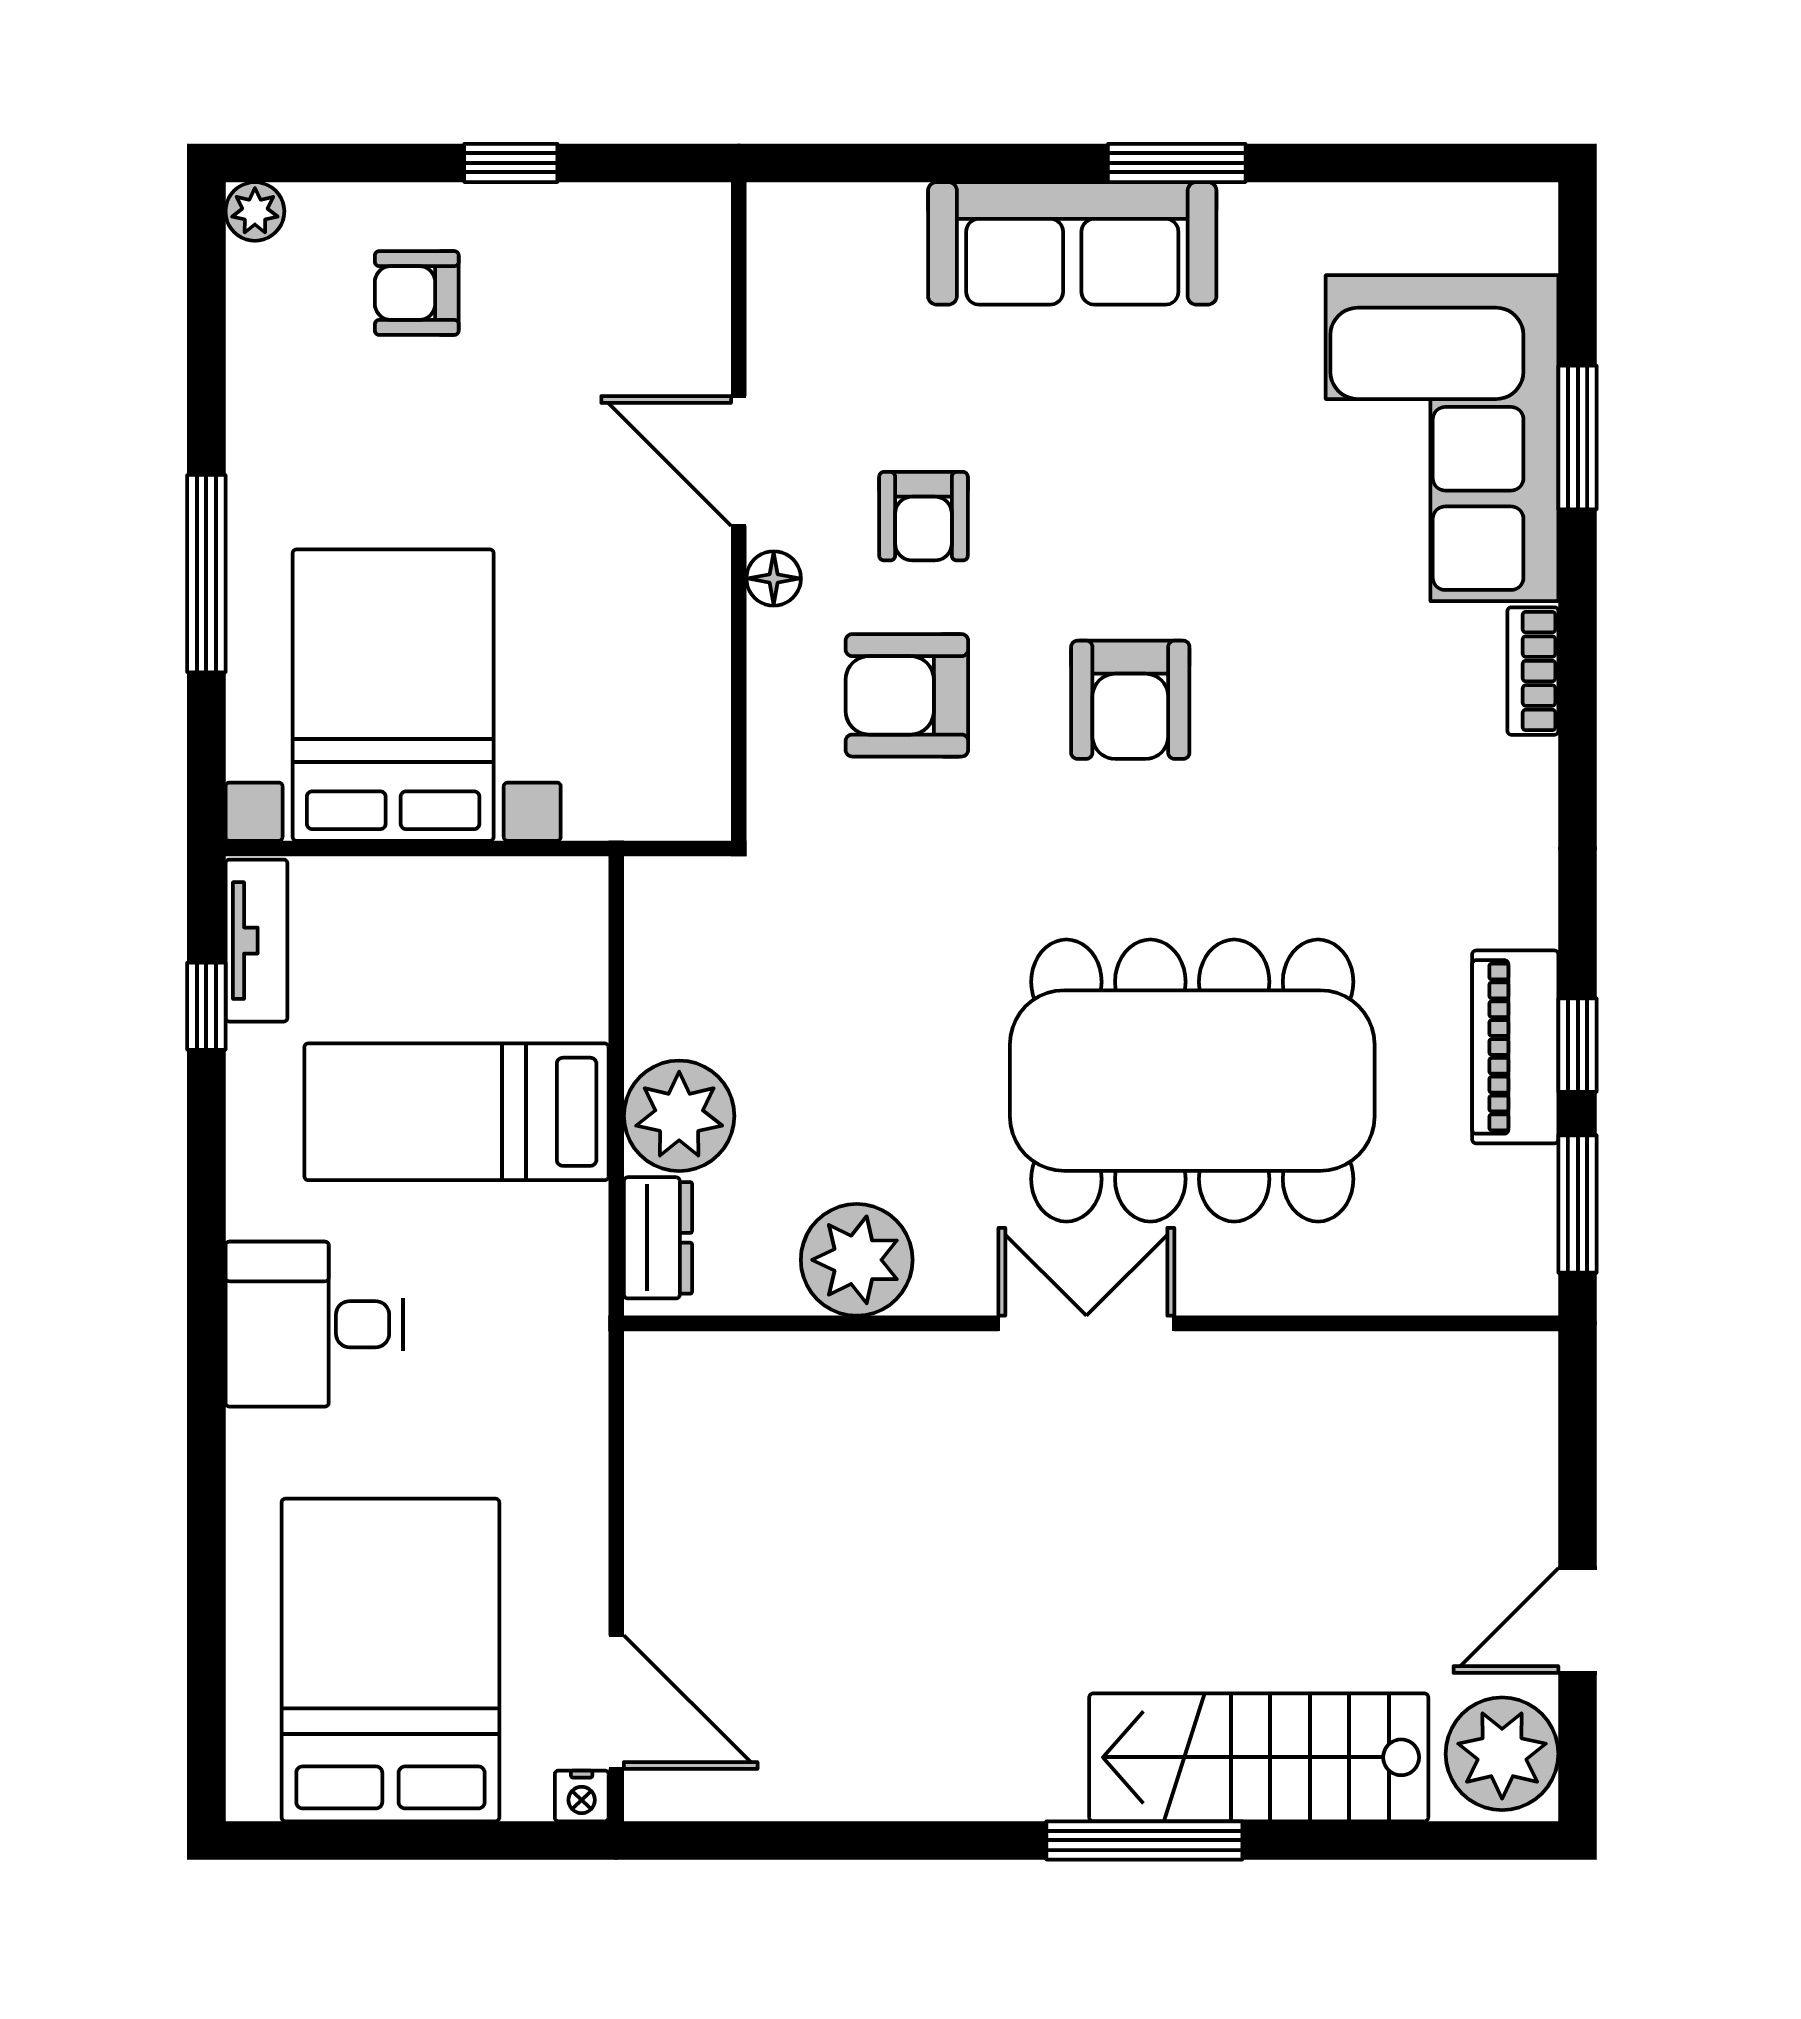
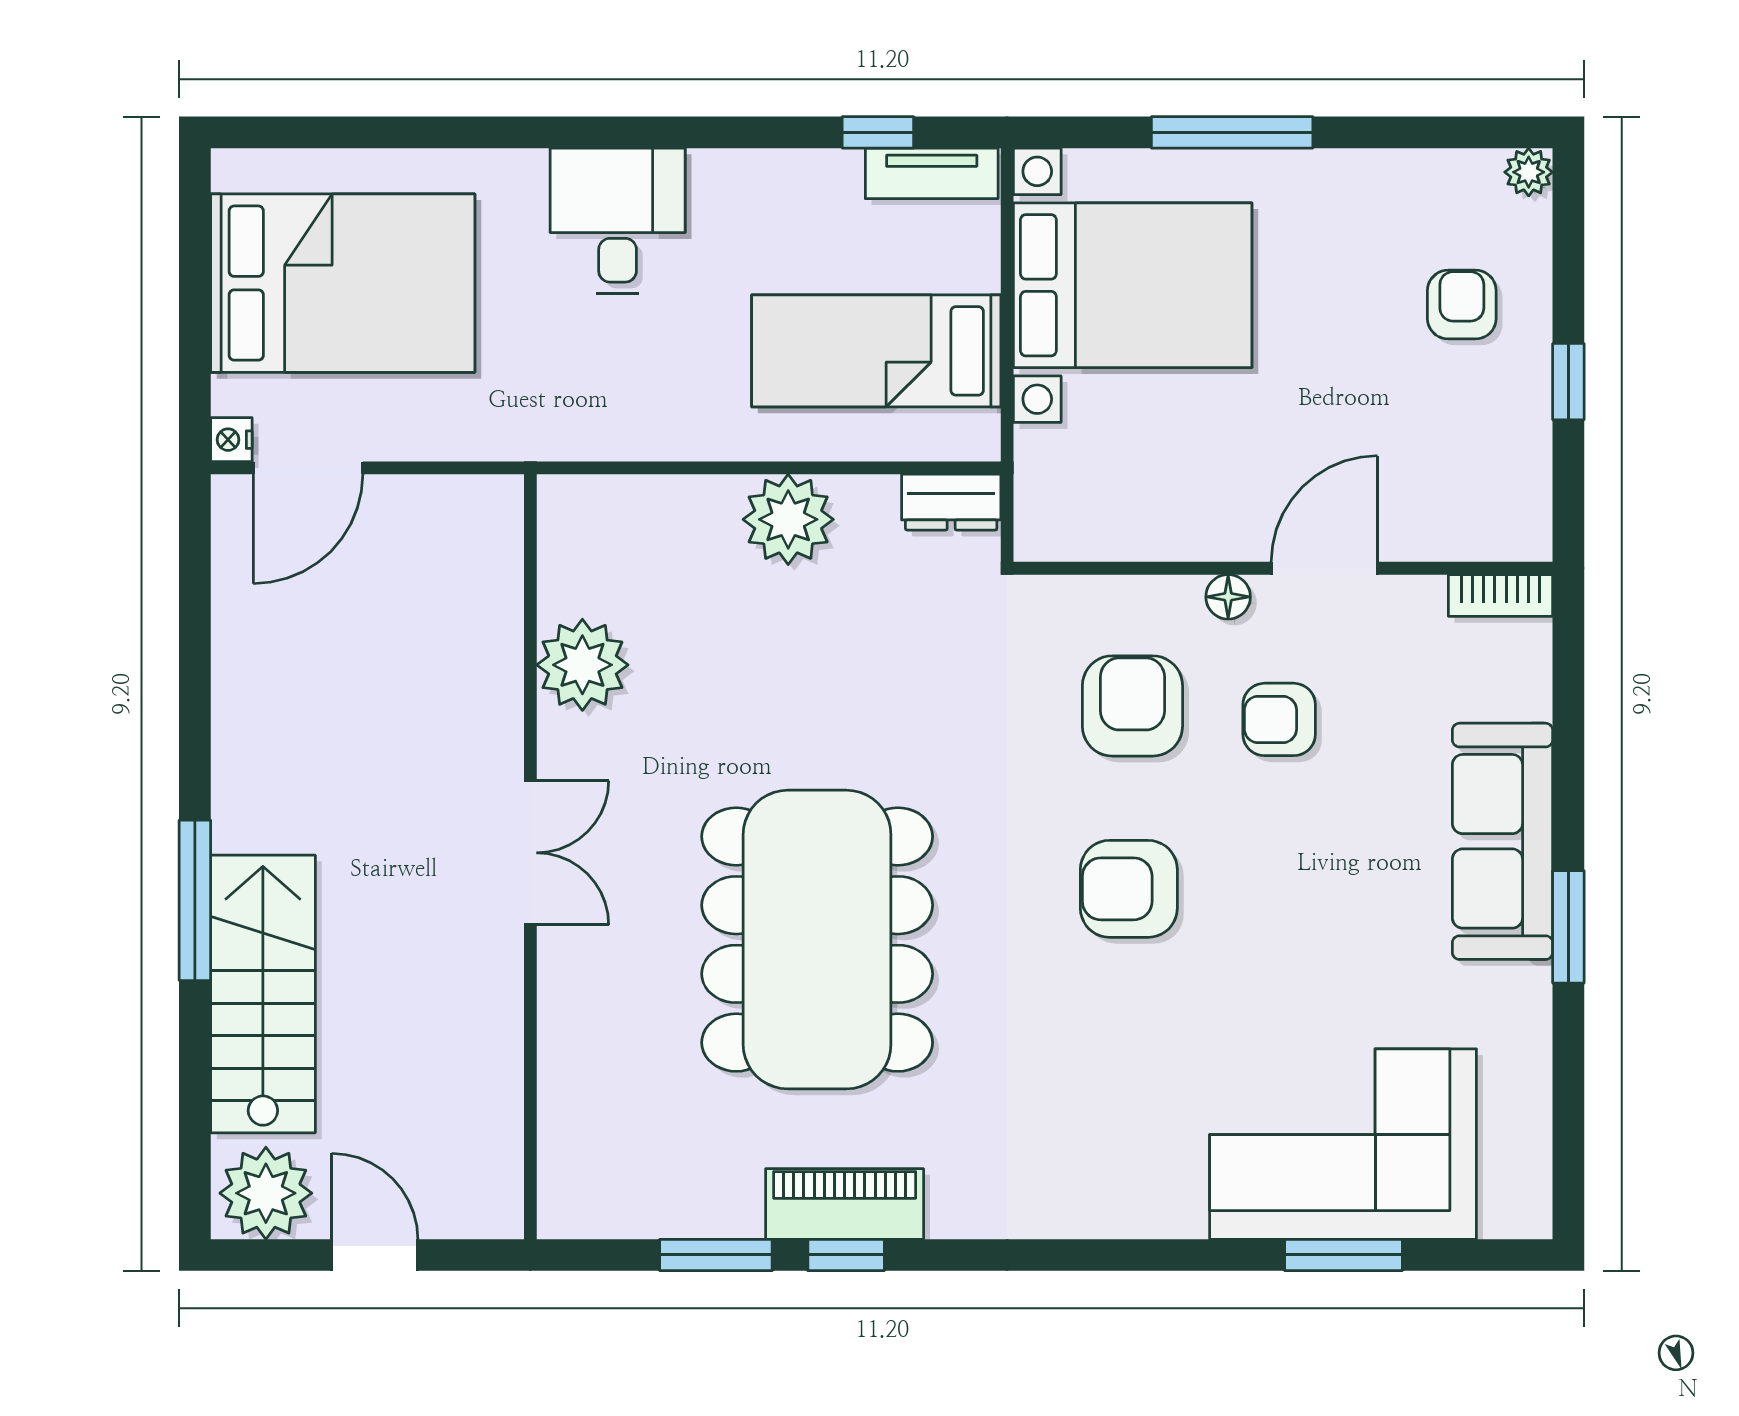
bookcase: (1533, 671) -> (1501, 595), moved, turned 180
bed: (456, 1112) -> (876, 351), moved, turned -90
dresser: (658, 1238) -> (951, 502), moved
plant: (857, 1260) -> (582, 665), moved
double door: (1086, 1323) -> (530, 853), moved
wall: (1091, 1323) -> (530, 857), moved

